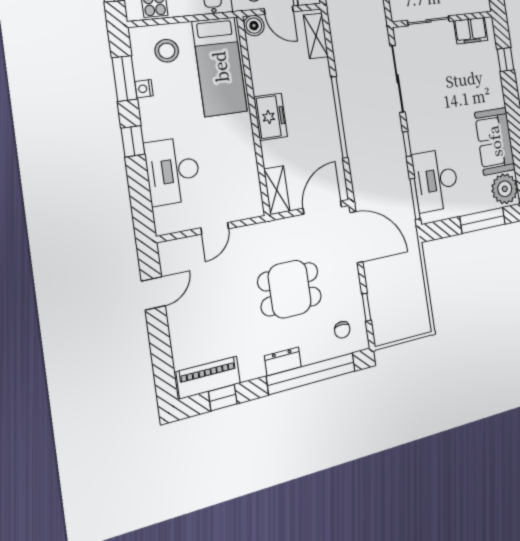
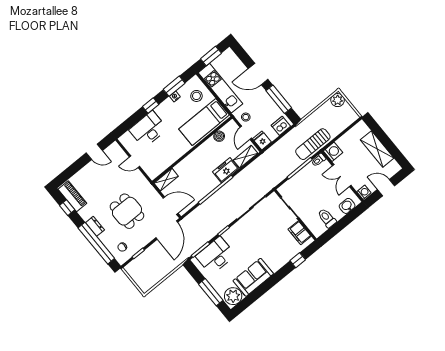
boiler: (254, 26) -> (219, 136), moved
freezer: (271, 117) -> (226, 170), moved, turned 180

